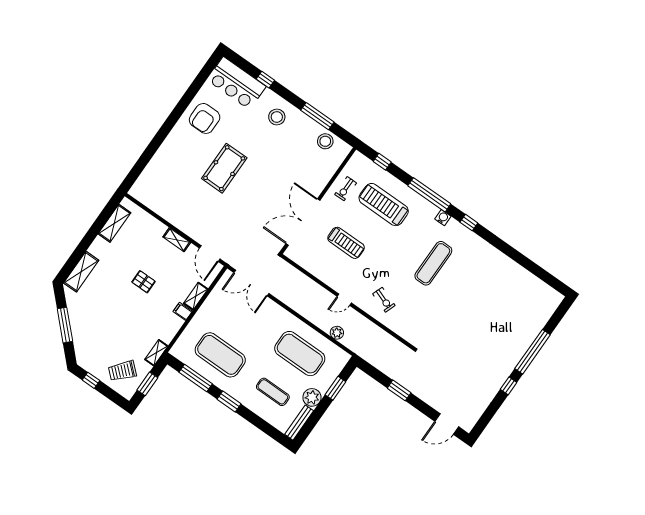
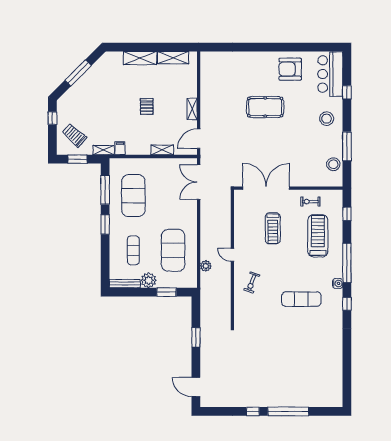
shelving: (81, 272) -> (140, 58), moved
filing cabinet: (183, 311) -> (120, 148), moved

